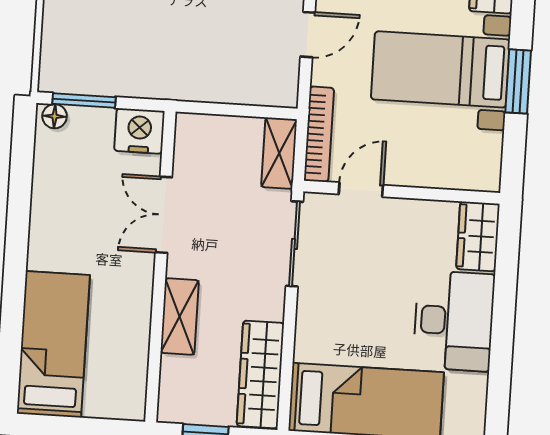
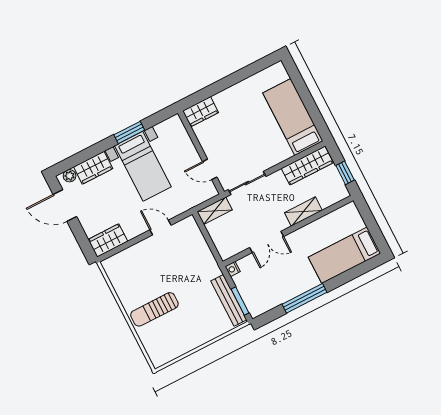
bench: (97, 81) -> (229, 300), added
floor lamp: (55, 116) -> (253, 309), removed
nightstand: (139, 131) -> (233, 269), width x0.53, depth x0.56
bookcase: (319, 134) -> (198, 199), removed
window: (18, 223) -> (304, 298), added
desk: (454, 321) -> (240, 101), removed

